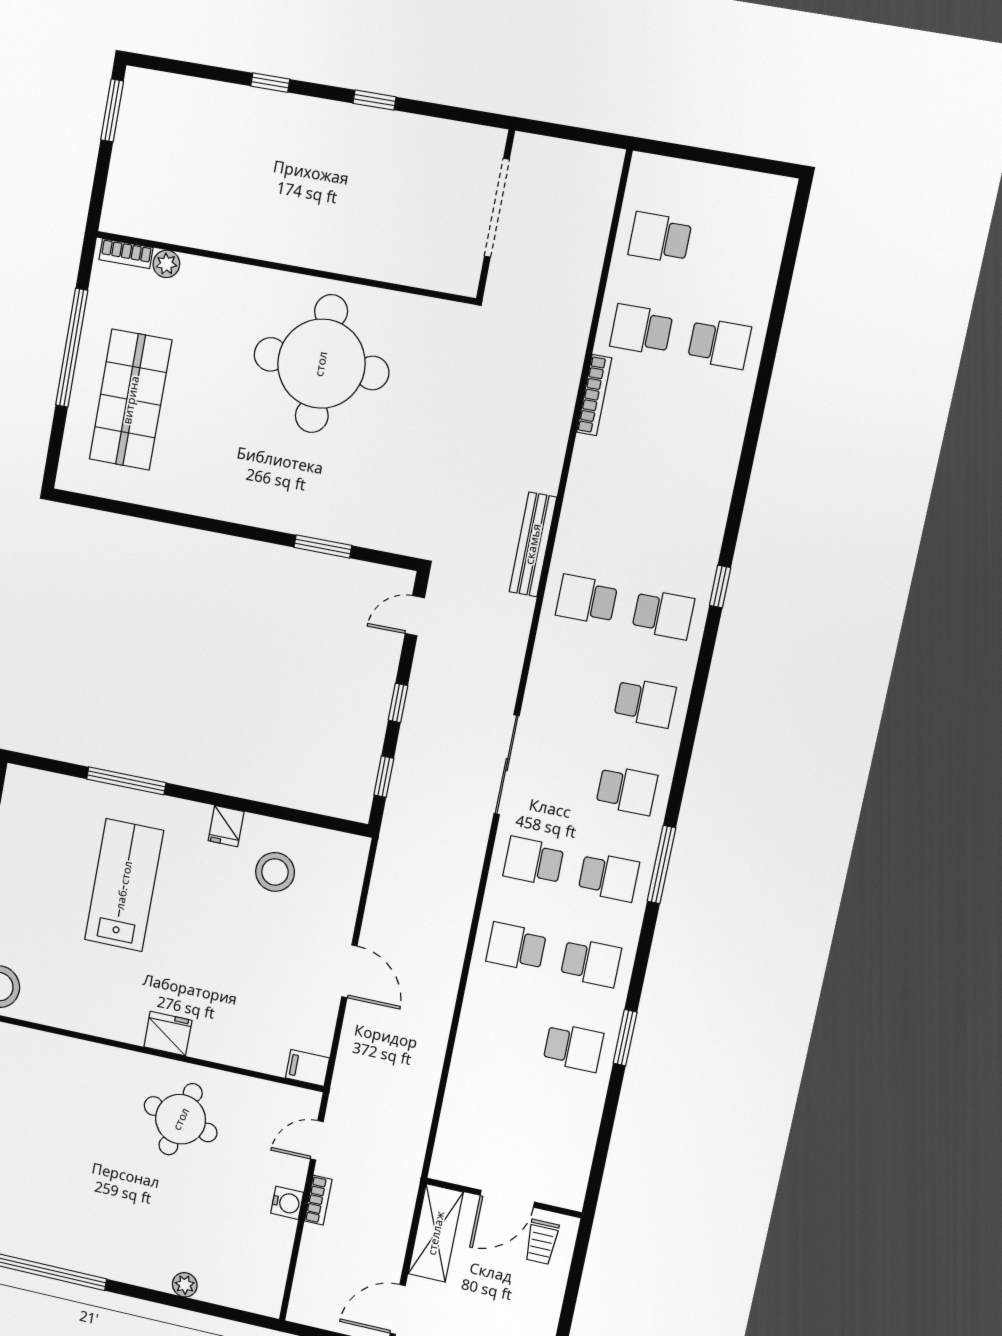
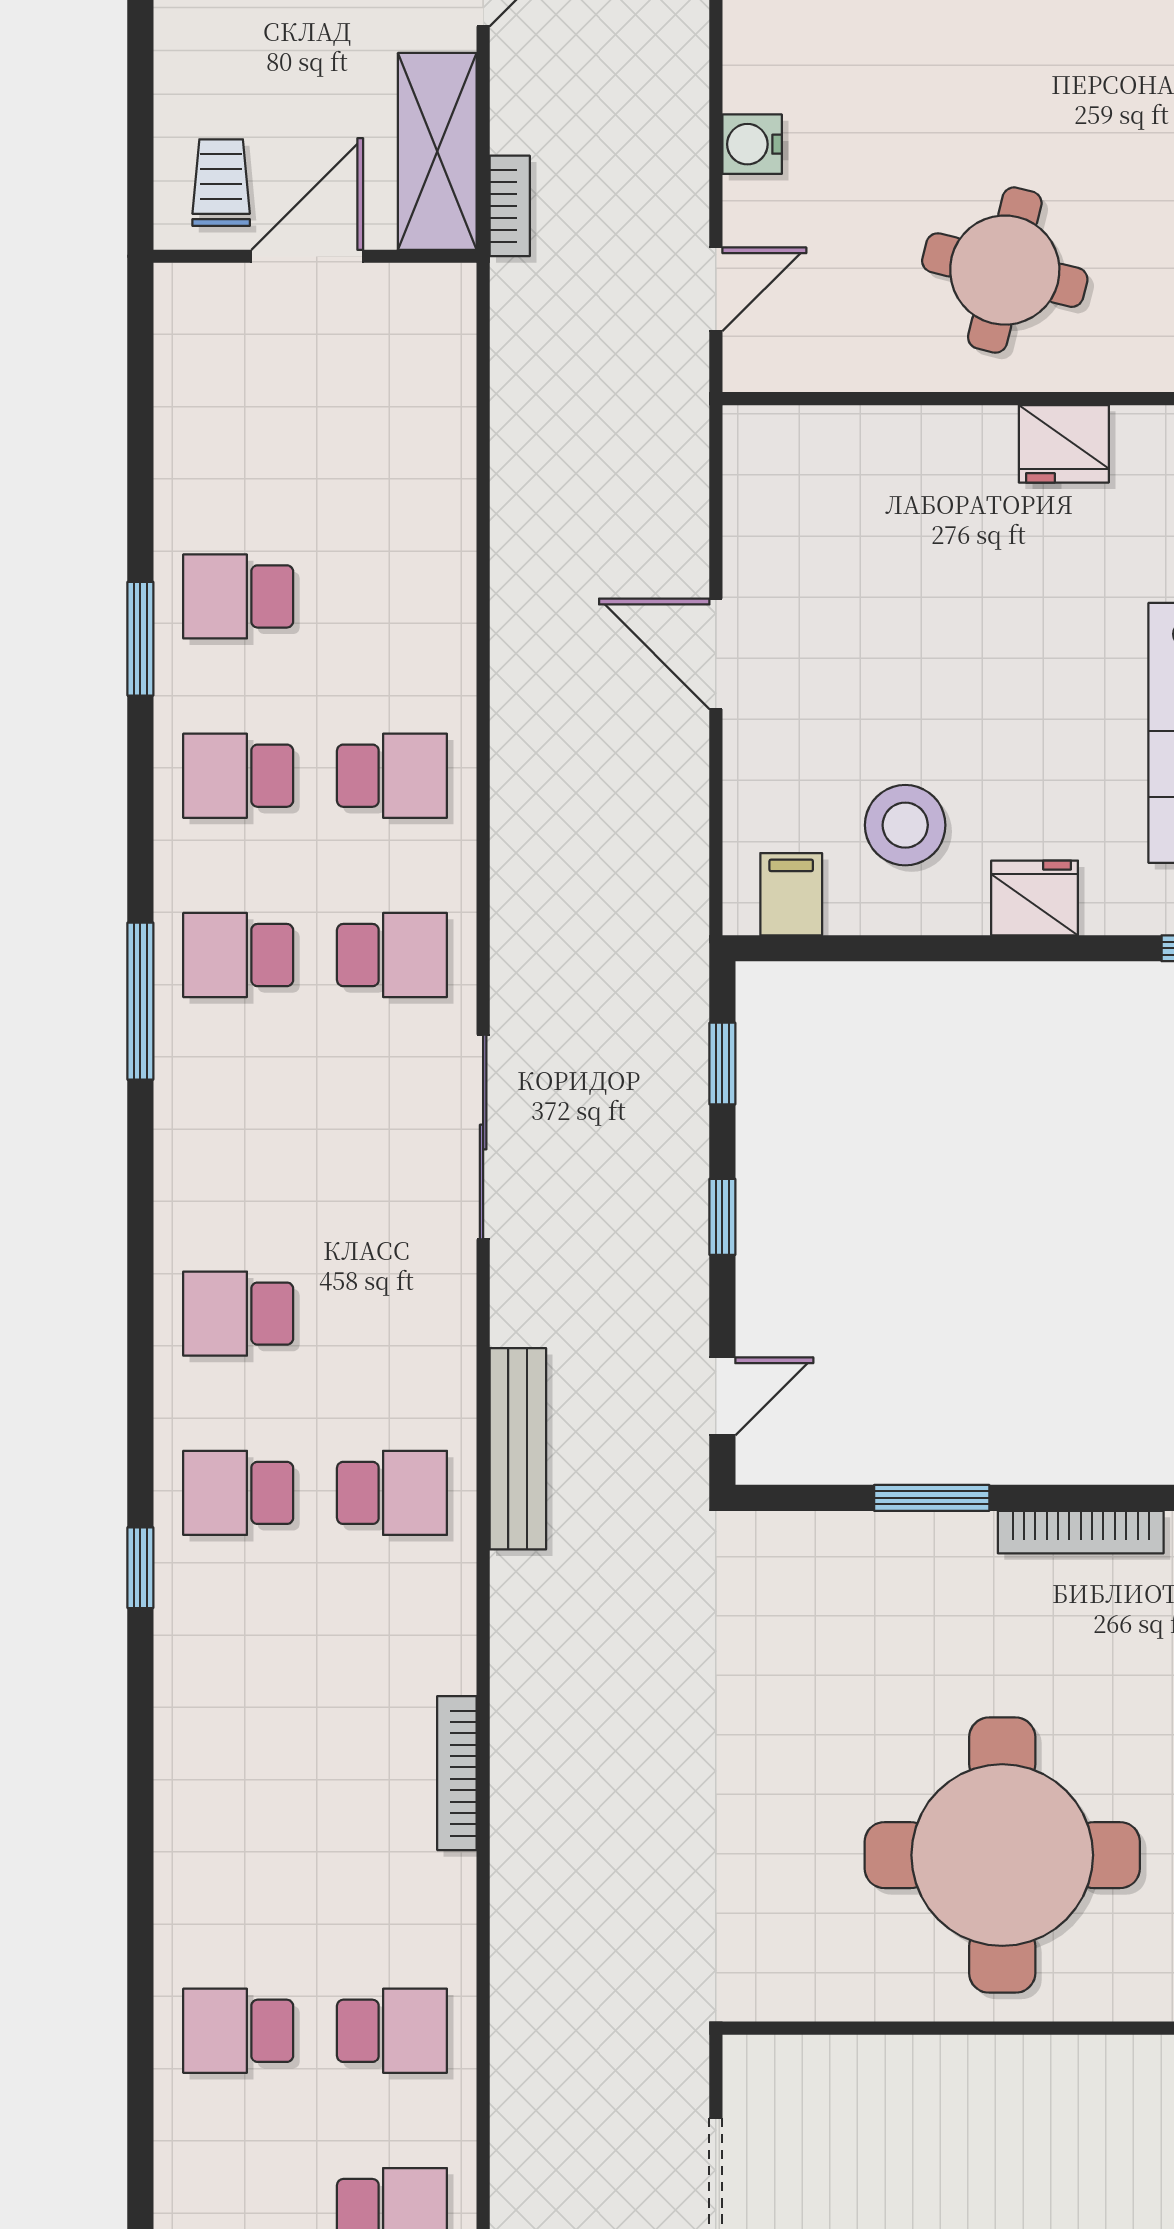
bookcase: (594, 395) -> (457, 1773), moved
bookcase: (254, 516) -> (1081, 1532), added
bench: (533, 544) -> (518, 1449), moved
school desk: (627, 790) -> (238, 1134), removed
fridge: (226, 826) -> (1035, 898), width x1.38
filing cabinet: (307, 1068) -> (791, 894), moved, turned -90
bookcase: (318, 1200) -> (510, 206), moved, turned 180

